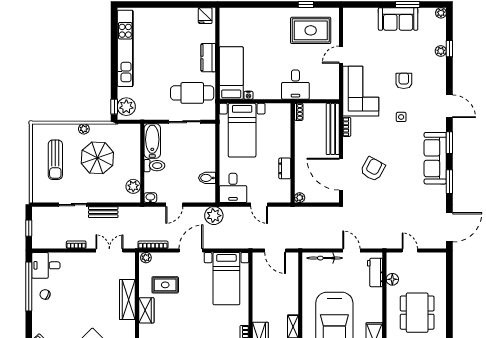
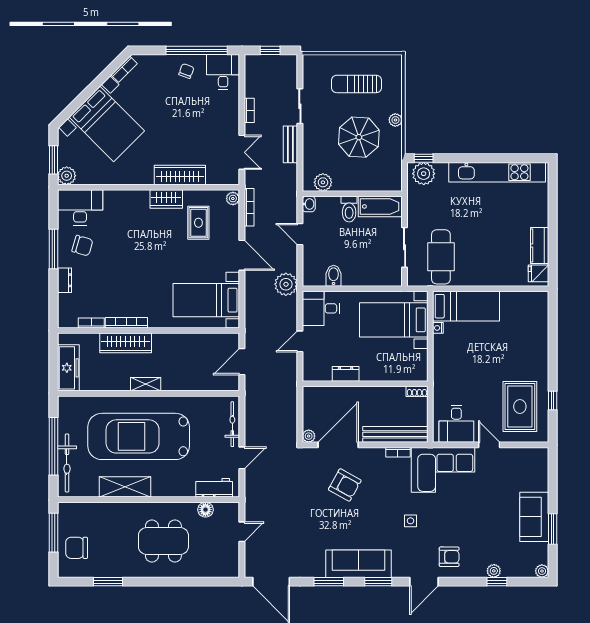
kitchen counter: (208, 58) -> (540, 245), moved, turned -90
armchair: (404, 81) -> (449, 557), moved
desk: (295, 85) -> (456, 424), moved, turned -90
plant: (300, 198) -> (309, 436), moved

